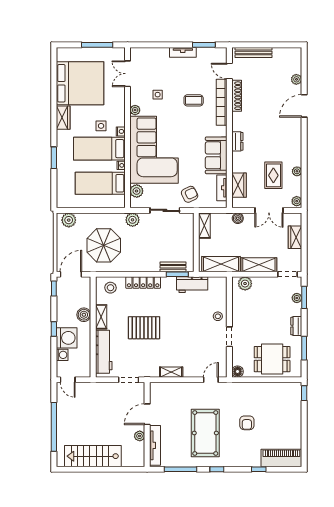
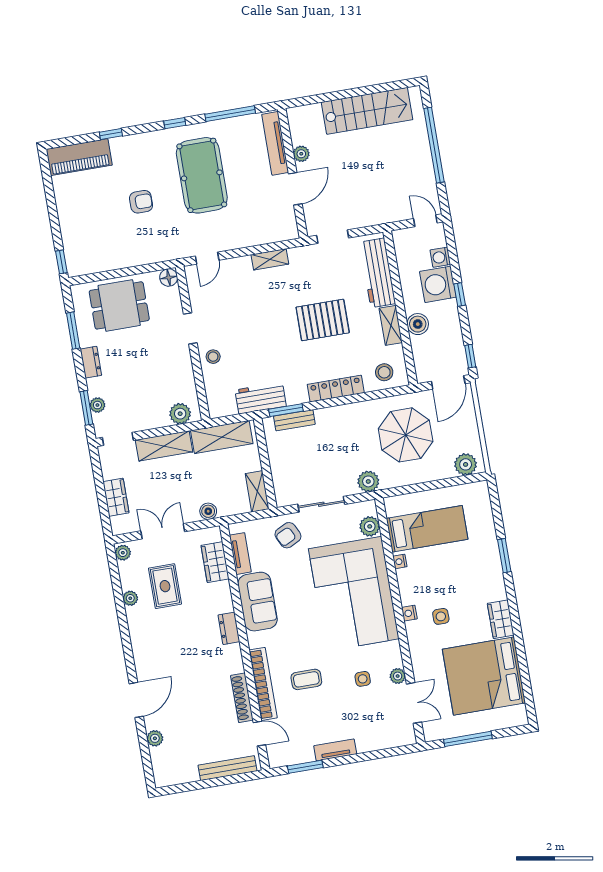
plant: (135, 110) -> (398, 676), moved
bed: (99, 149) -> (437, 581), removed
armchair: (247, 423) -> (141, 202), turned 90

